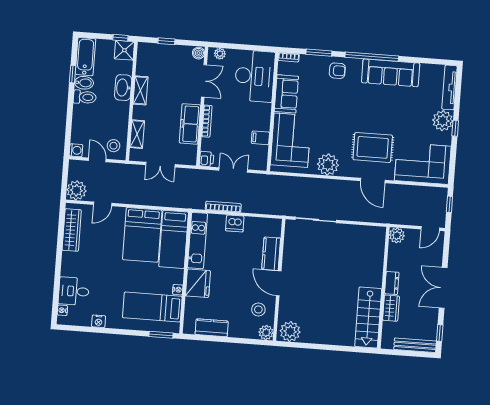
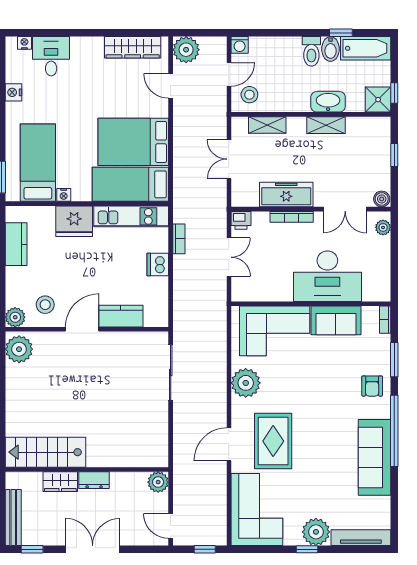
desk: (255, 76) -> (327, 276), moved
filing cabinet: (260, 138) -> (275, 290), removed
bookcase: (223, 207) -> (179, 239), width x0.64

